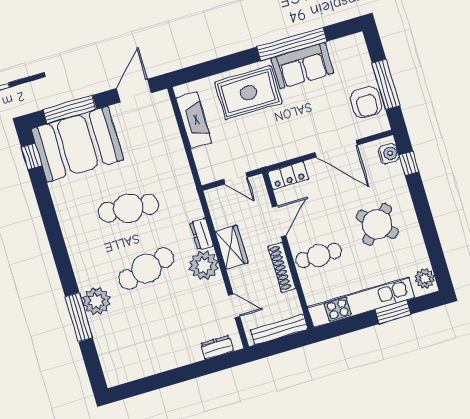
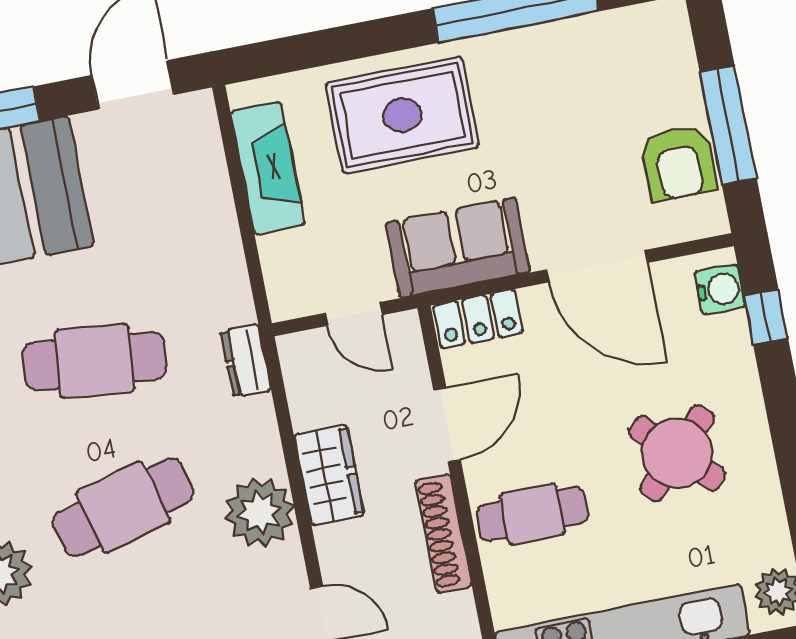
sofa: (302, 66) -> (458, 248), moved, turned 180
dresser: (202, 234) -> (246, 361), moved

